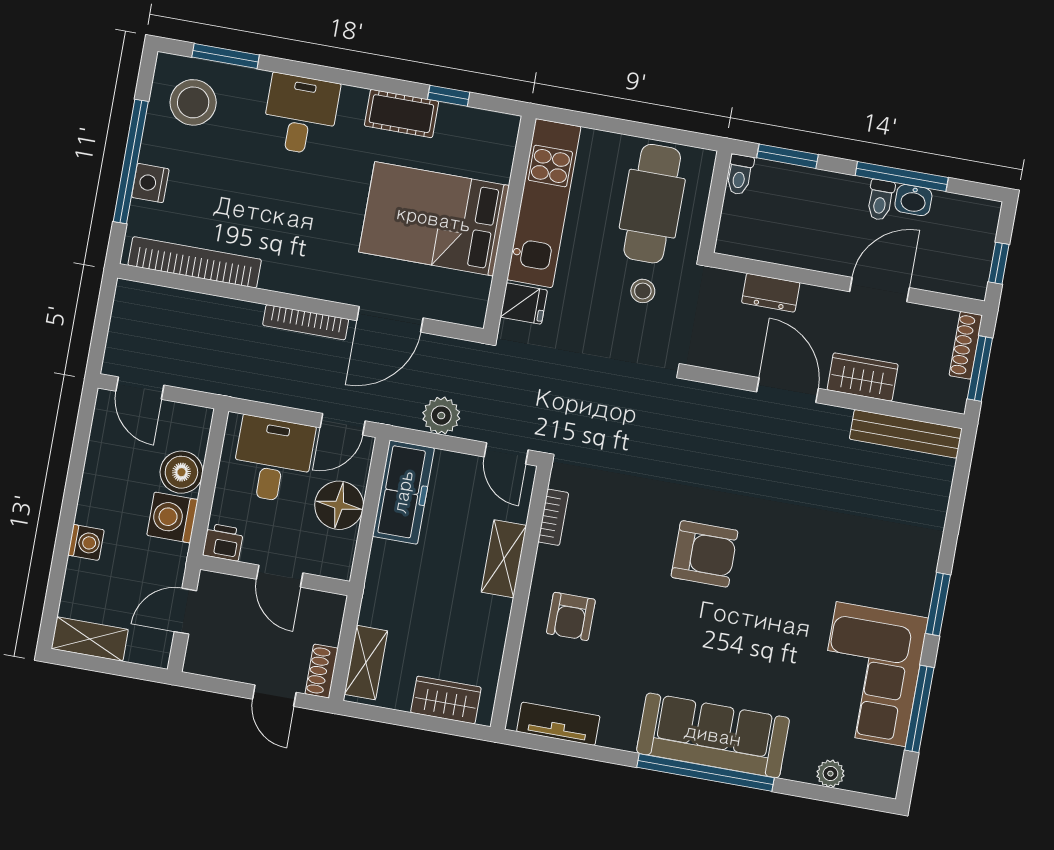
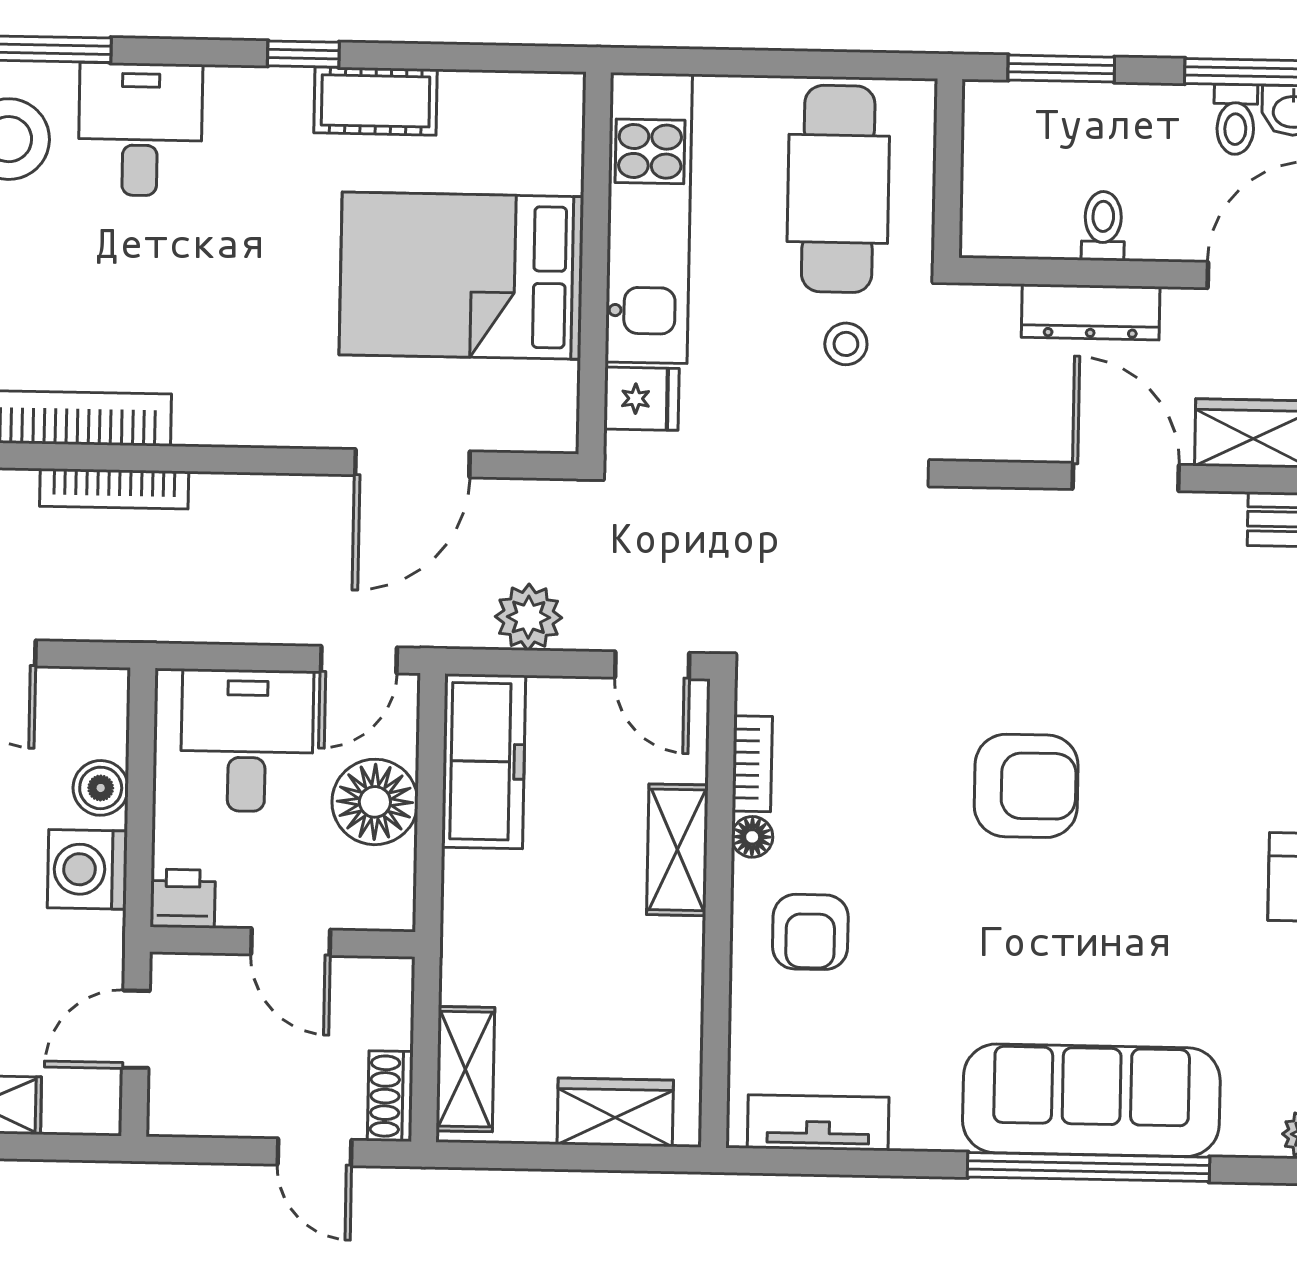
window: (449, 96) -> (303, 54), moved
desk: (301, 114) -> (140, 129), moved
toilet: (740, 175) -> (1103, 226), moved, turned 180
dresser: (771, 293) -> (1091, 312), width x1.44
bookcase: (306, 322) -> (114, 489), moved
boiler: (181, 472) -> (101, 788), width x0.73, depth x0.73
floor lamp: (547, 558) -> (752, 837), added

